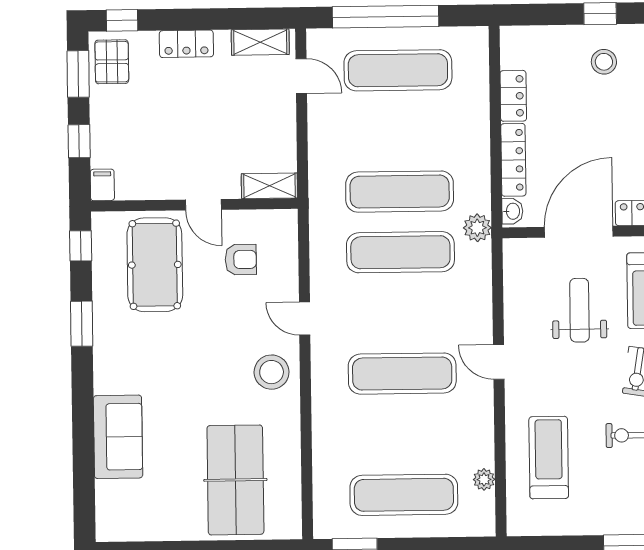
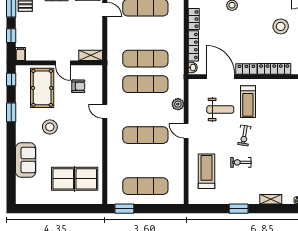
plant: (477, 228) -> (178, 104), moved
door: (579, 232) -> (220, 77), hinge flipped
weight bench: (579, 310) -> (220, 110), turned 90
stool: (272, 372) -> (50, 127), moved
plant: (484, 479) -> (179, 180), removed
table tennis table: (235, 480) -> (75, 179), turned 90

